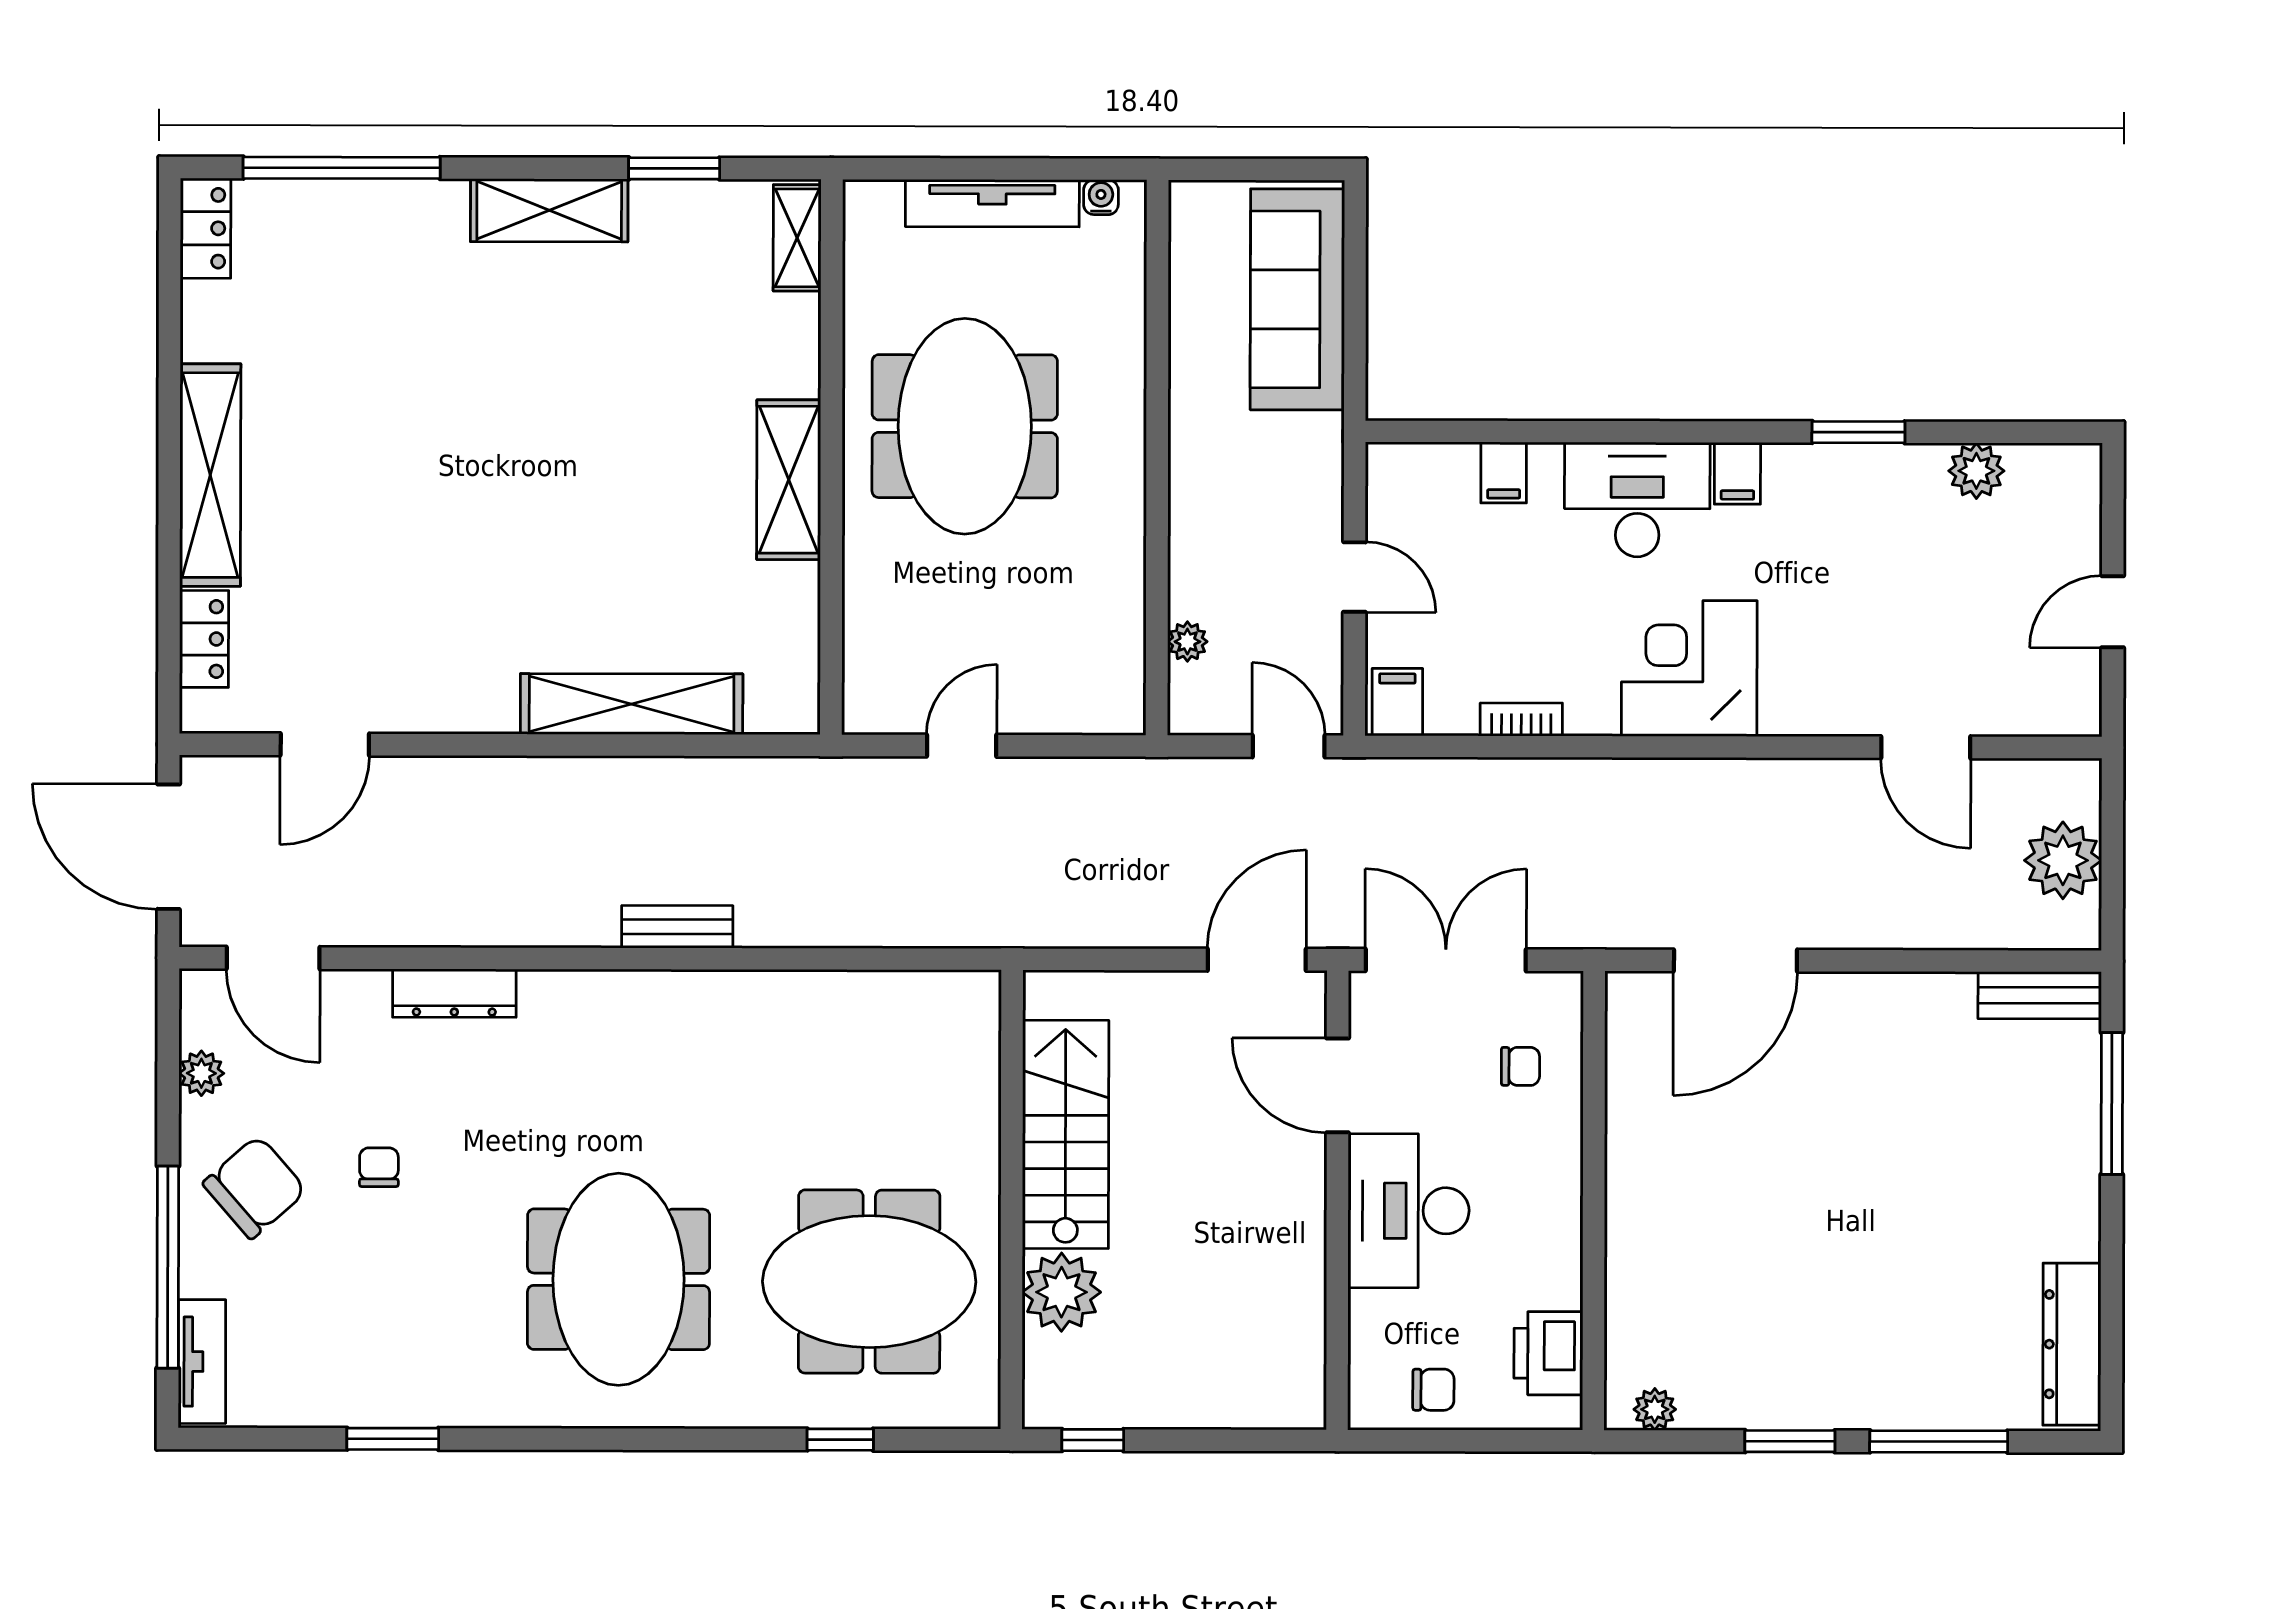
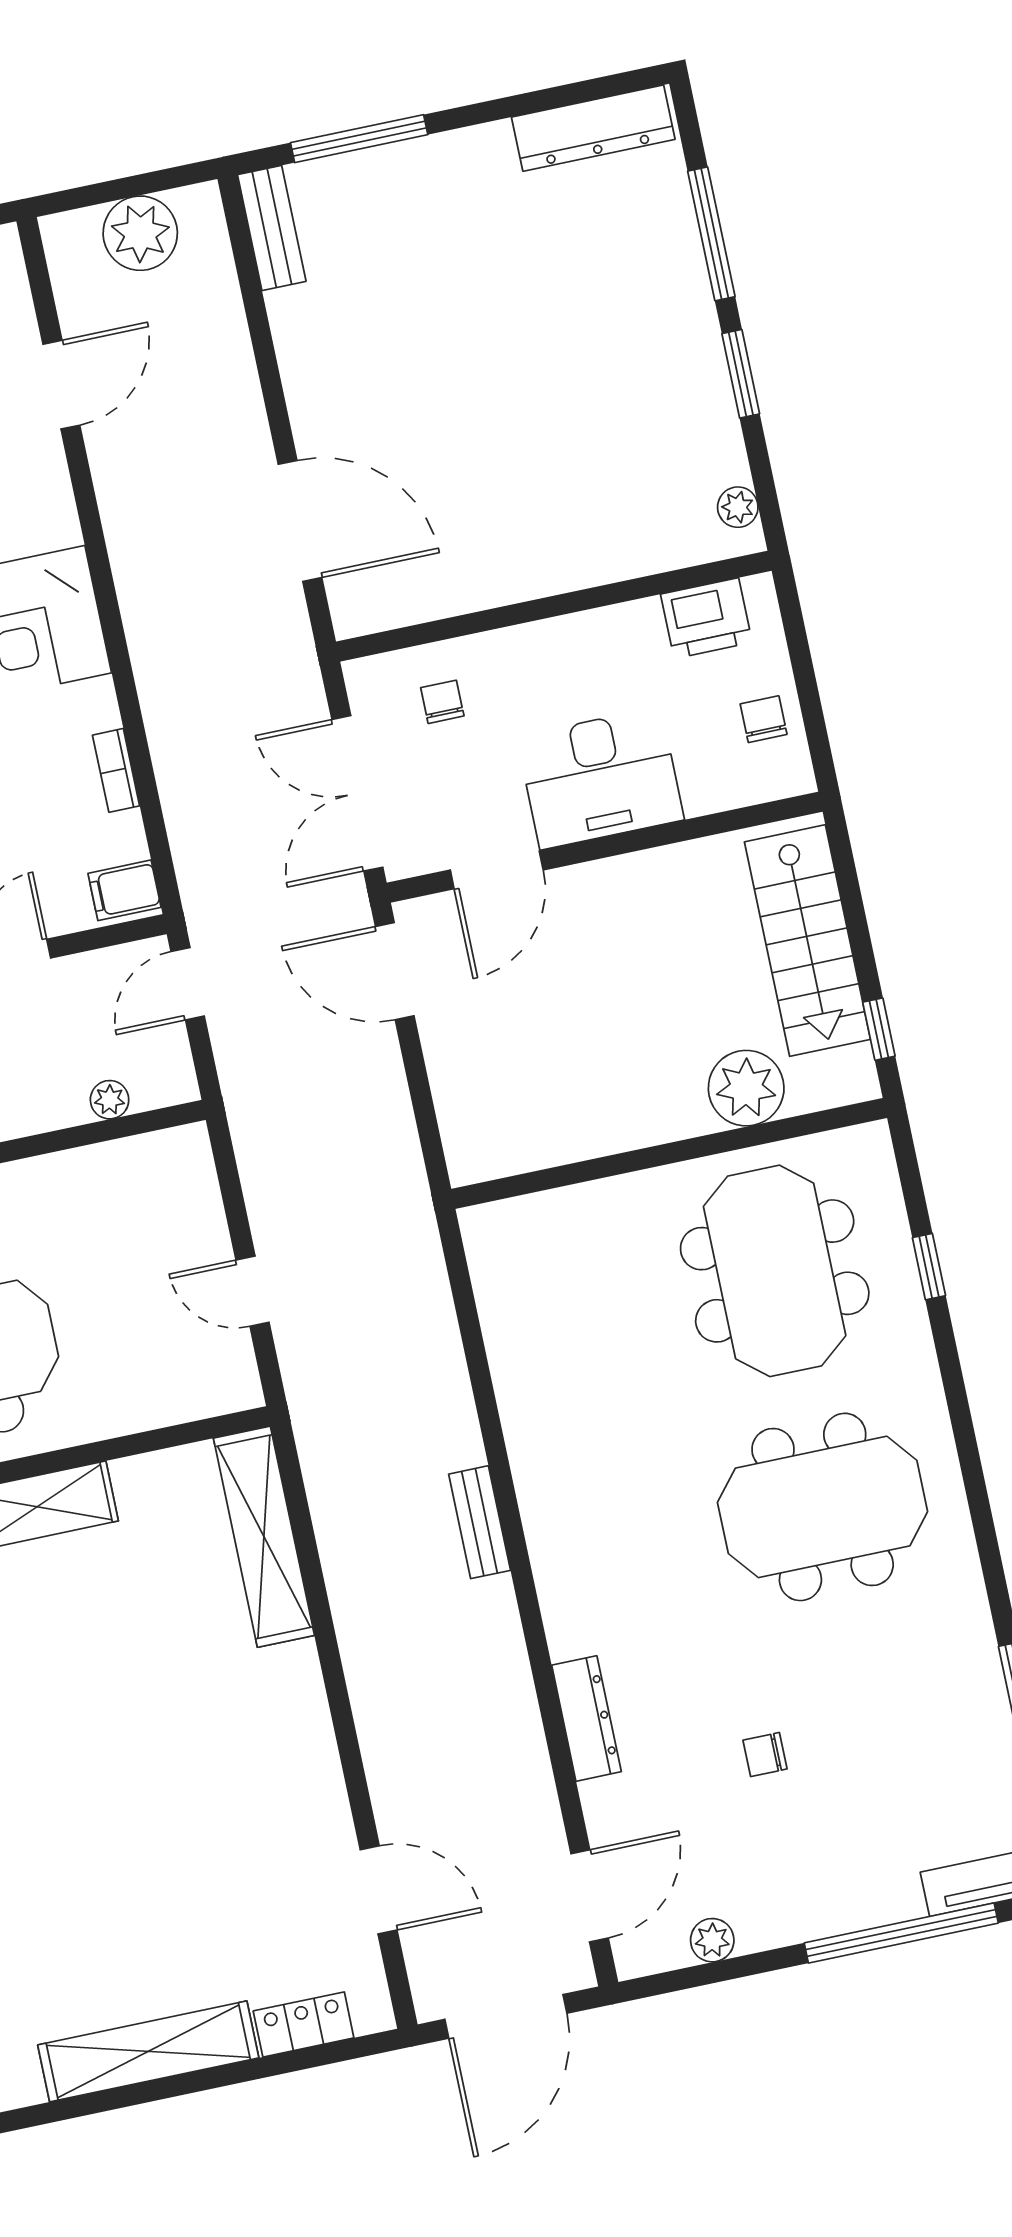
shelving: (632, 704) -> (264, 1537), moved
stairs: (1066, 1134) -> (807, 941), moved, turned -90
chair: (255, 1187) -> (809, 1867), removed

